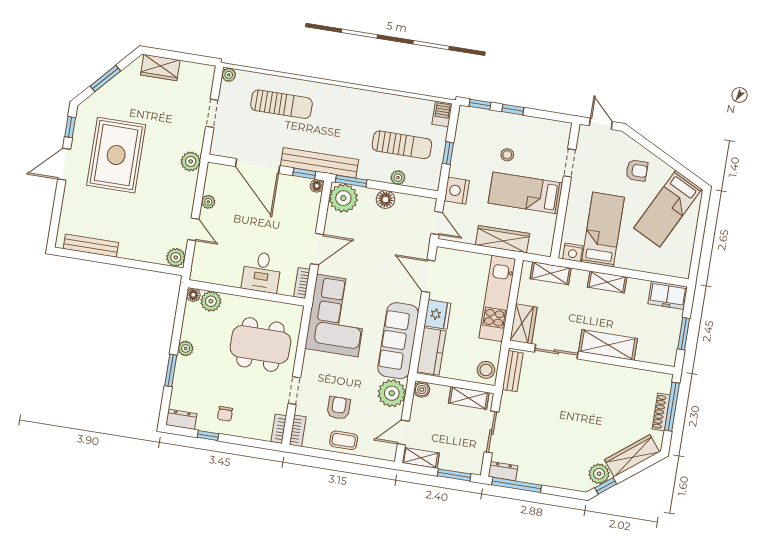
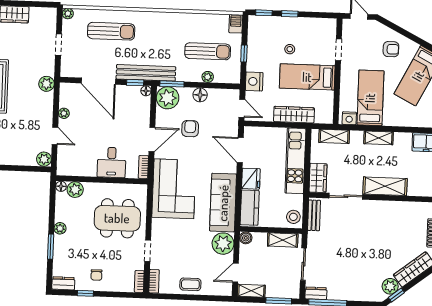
armchair: (339, 408) -> (190, 129), moved

